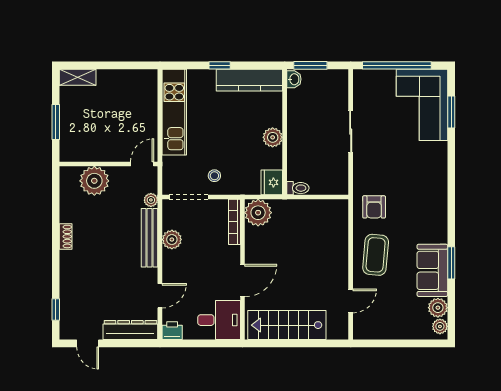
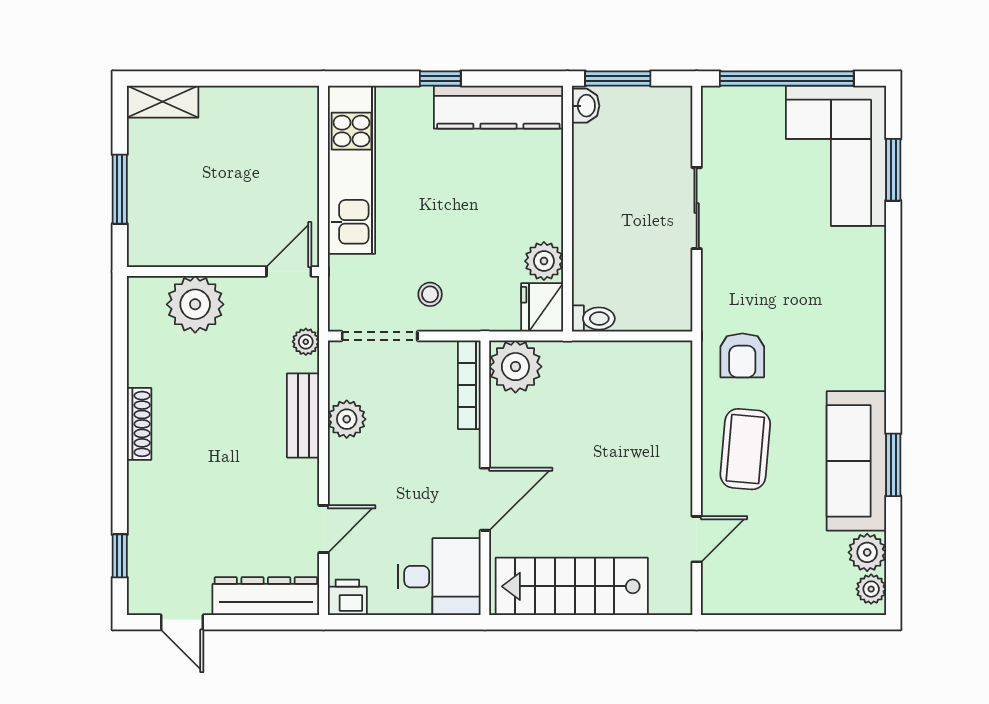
plant: (273, 137) -> (544, 261), moved
shoe rack: (66, 236) -> (139, 424), width x1.43
bench: (150, 238) -> (303, 415), width x0.73
sofa: (432, 270) -> (856, 461), width x1.36

